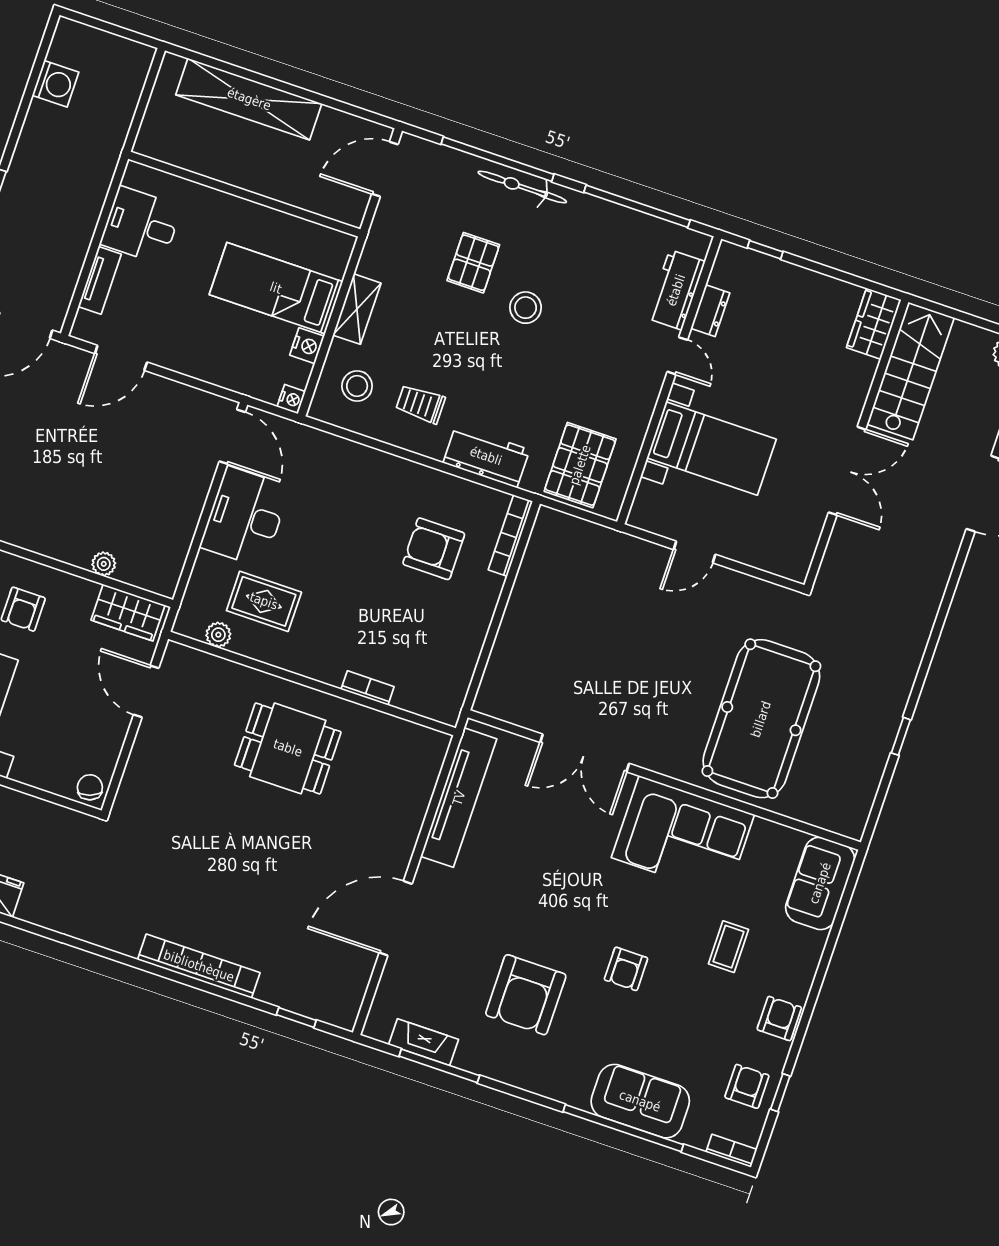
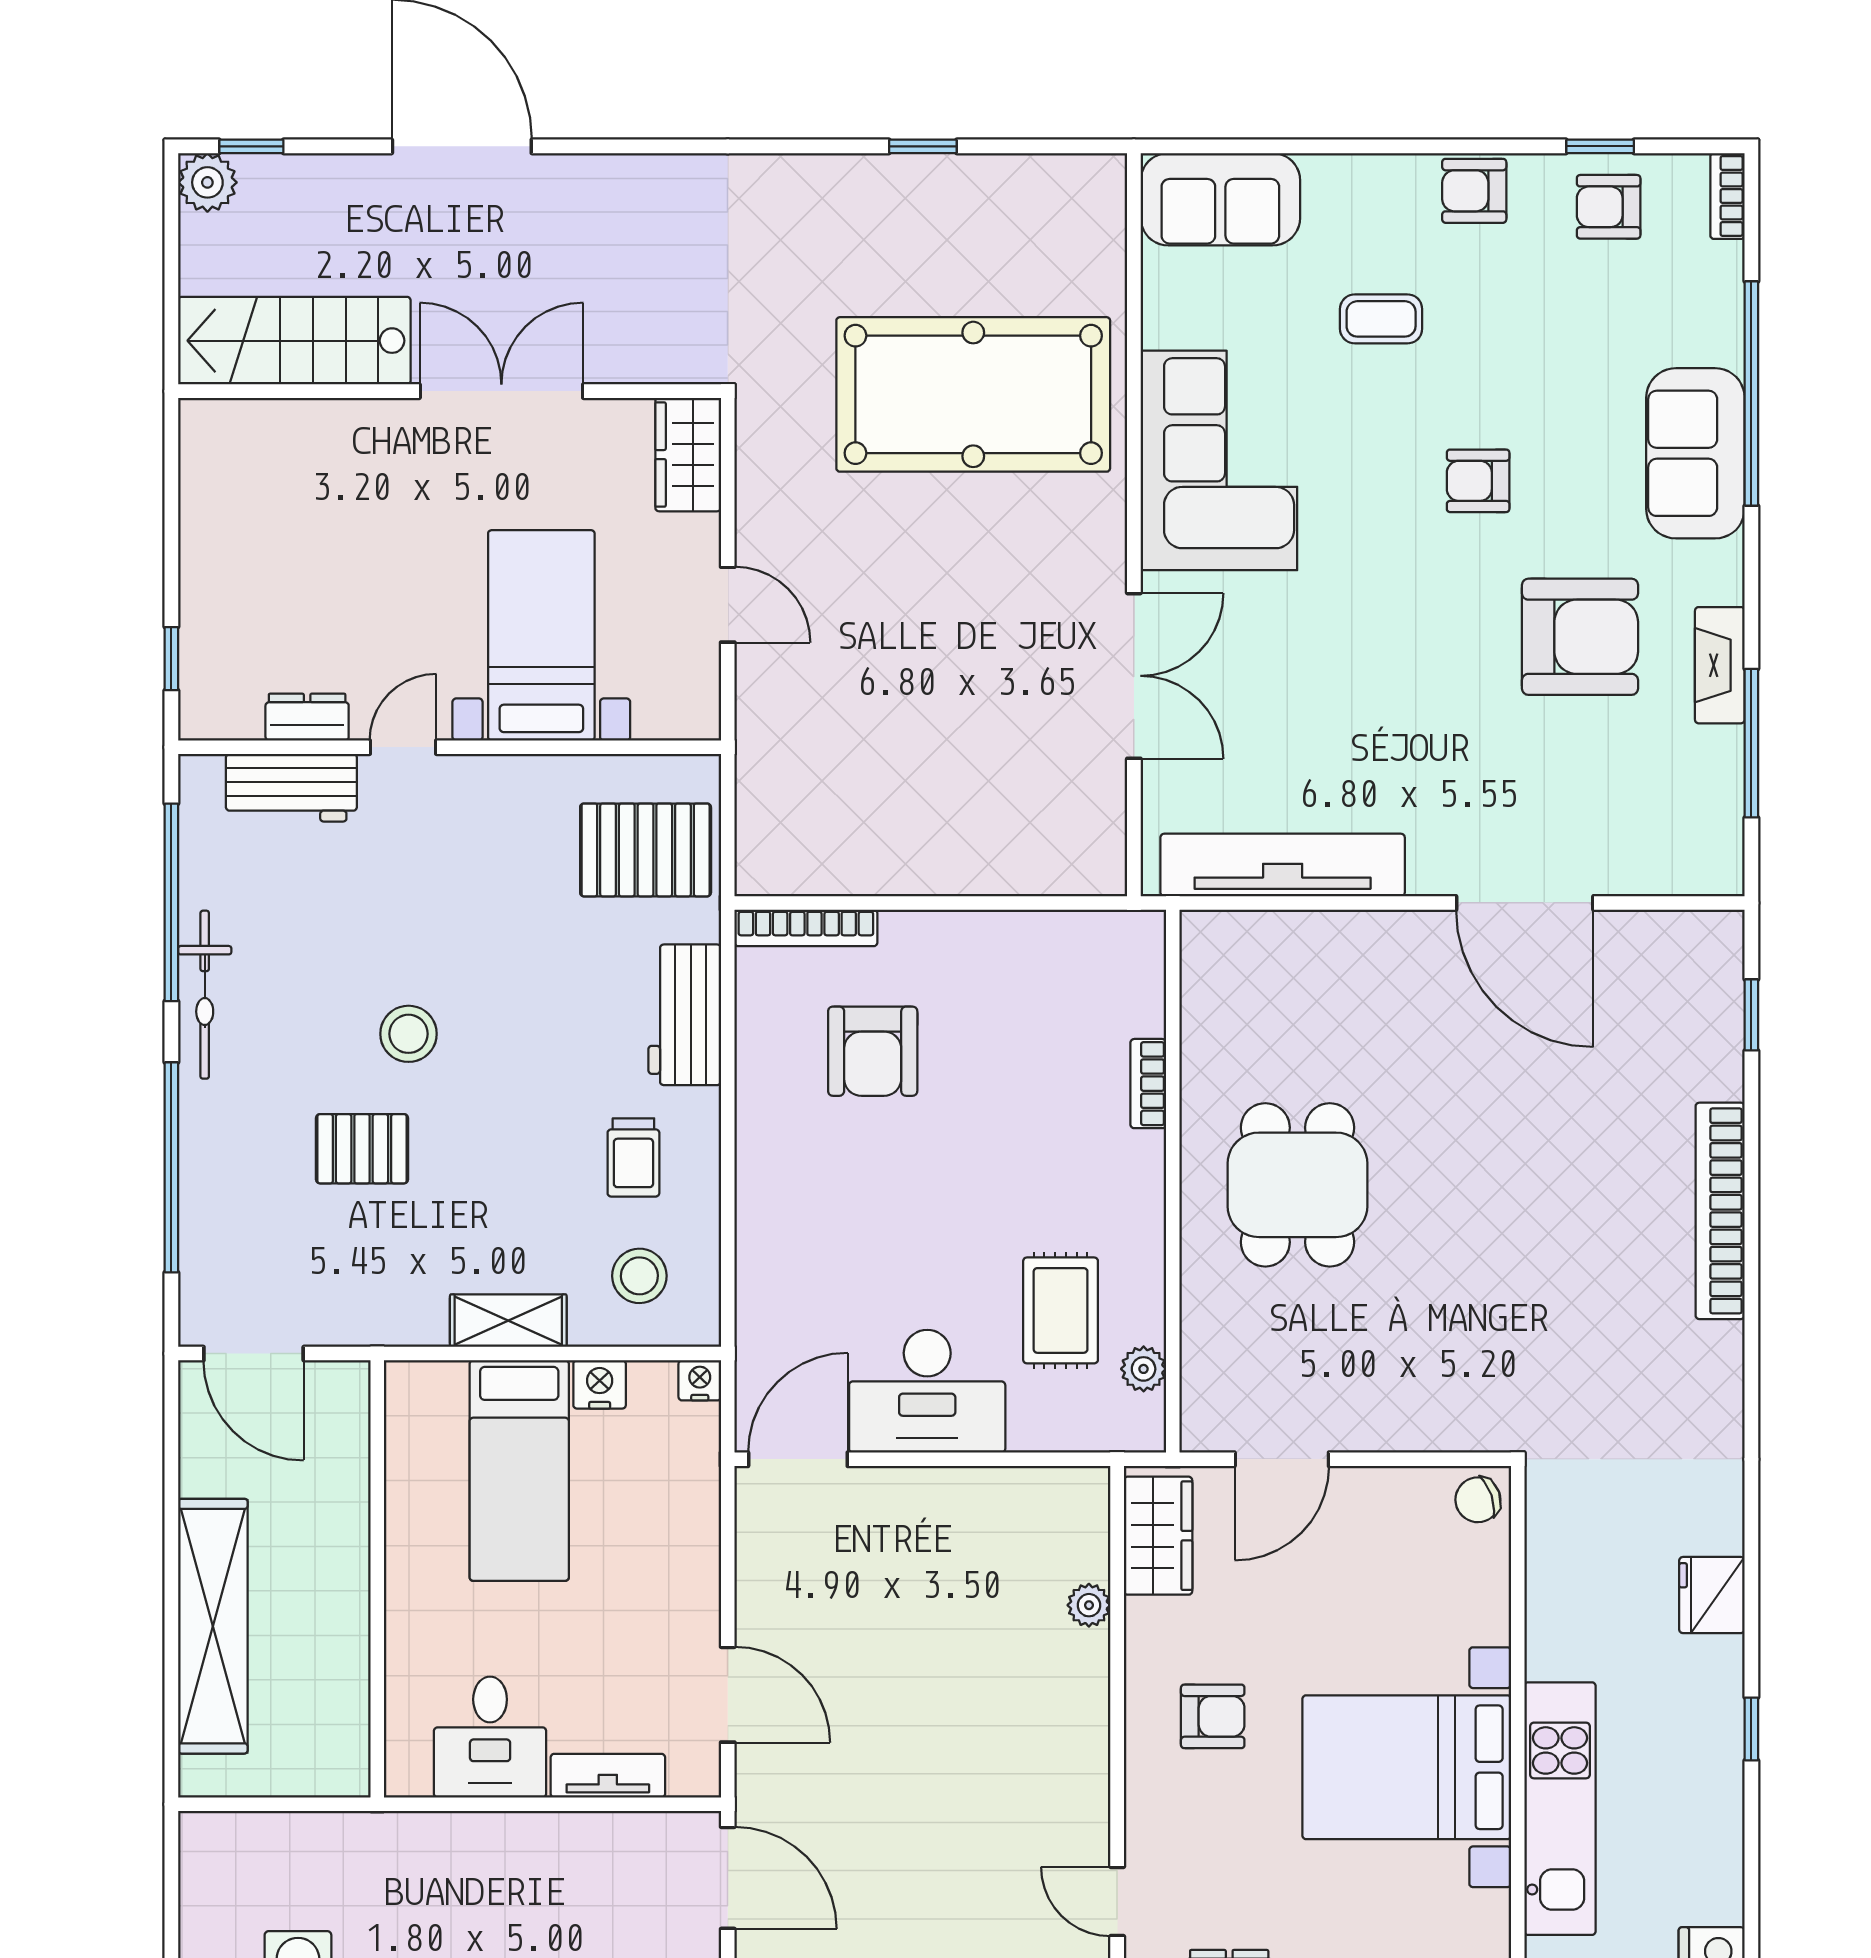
bicycle: (522, 187) -> (205, 995), moved
wardrobe: (874, 324) -> (688, 455), moved, turned 90
armchair: (626, 969) -> (1478, 481), turned 180
fireplace: (424, 1042) -> (1720, 665), moved
sofa: (640, 1101) -> (1695, 453), moved

